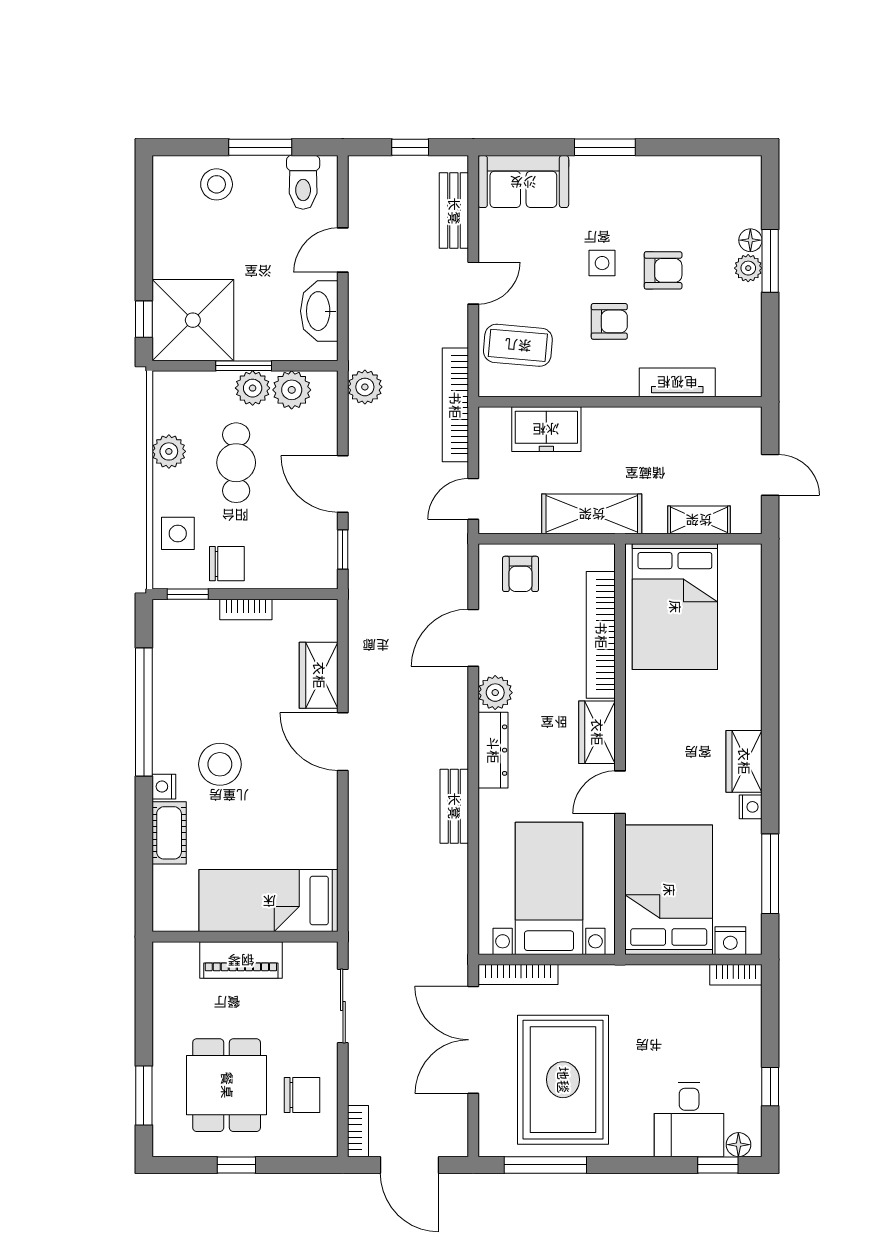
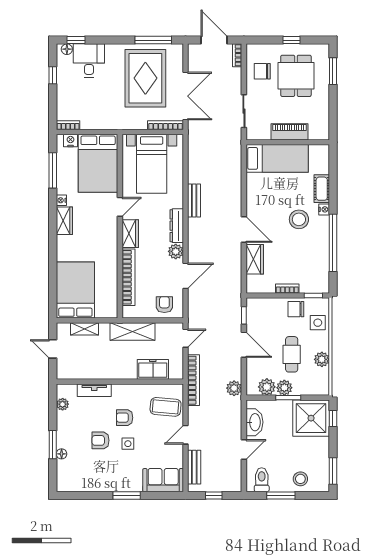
window: (144, 202) -> (333, 471), added
plant: (748, 268) -> (63, 404), moved
bed: (675, 607) -> (75, 290), moved

